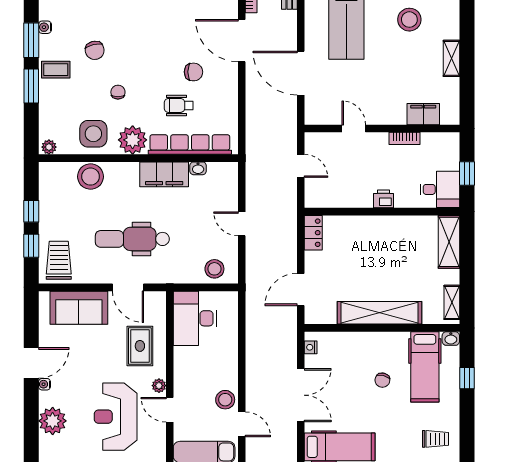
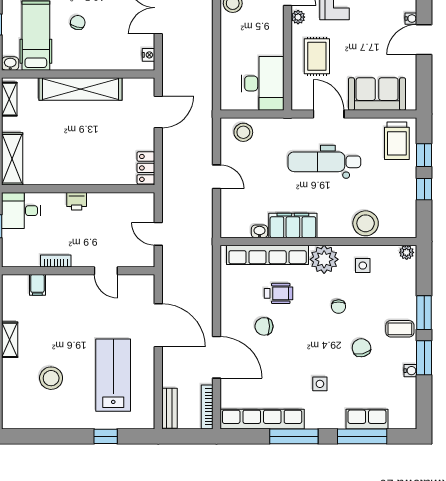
side table: (137, 14) -> (320, 384), added
filing cabinet: (423, 114) -> (37, 285), width x0.50
side table: (93, 134) -> (363, 266), width x0.54, depth x0.54
dental chair: (132, 239) -> (324, 162), turned 180

